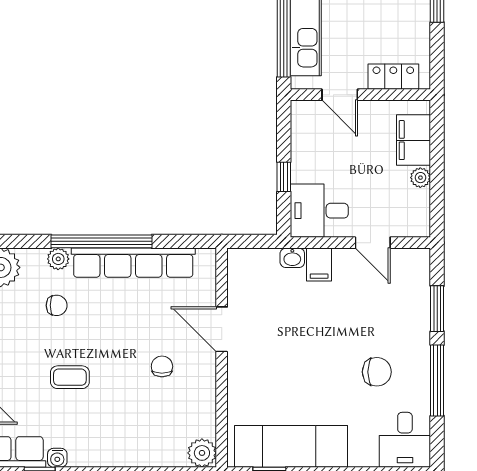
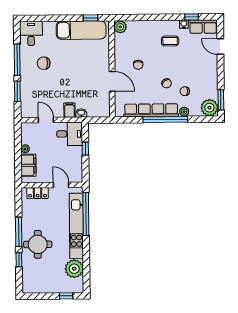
chair: (98, 324) -> (167, 83), added
coffee table: (70, 377) -> (170, 41), moved

